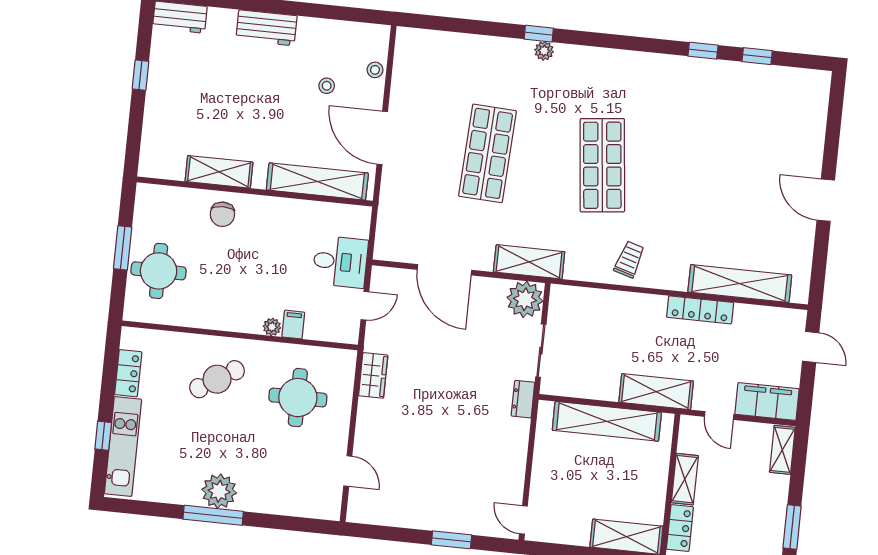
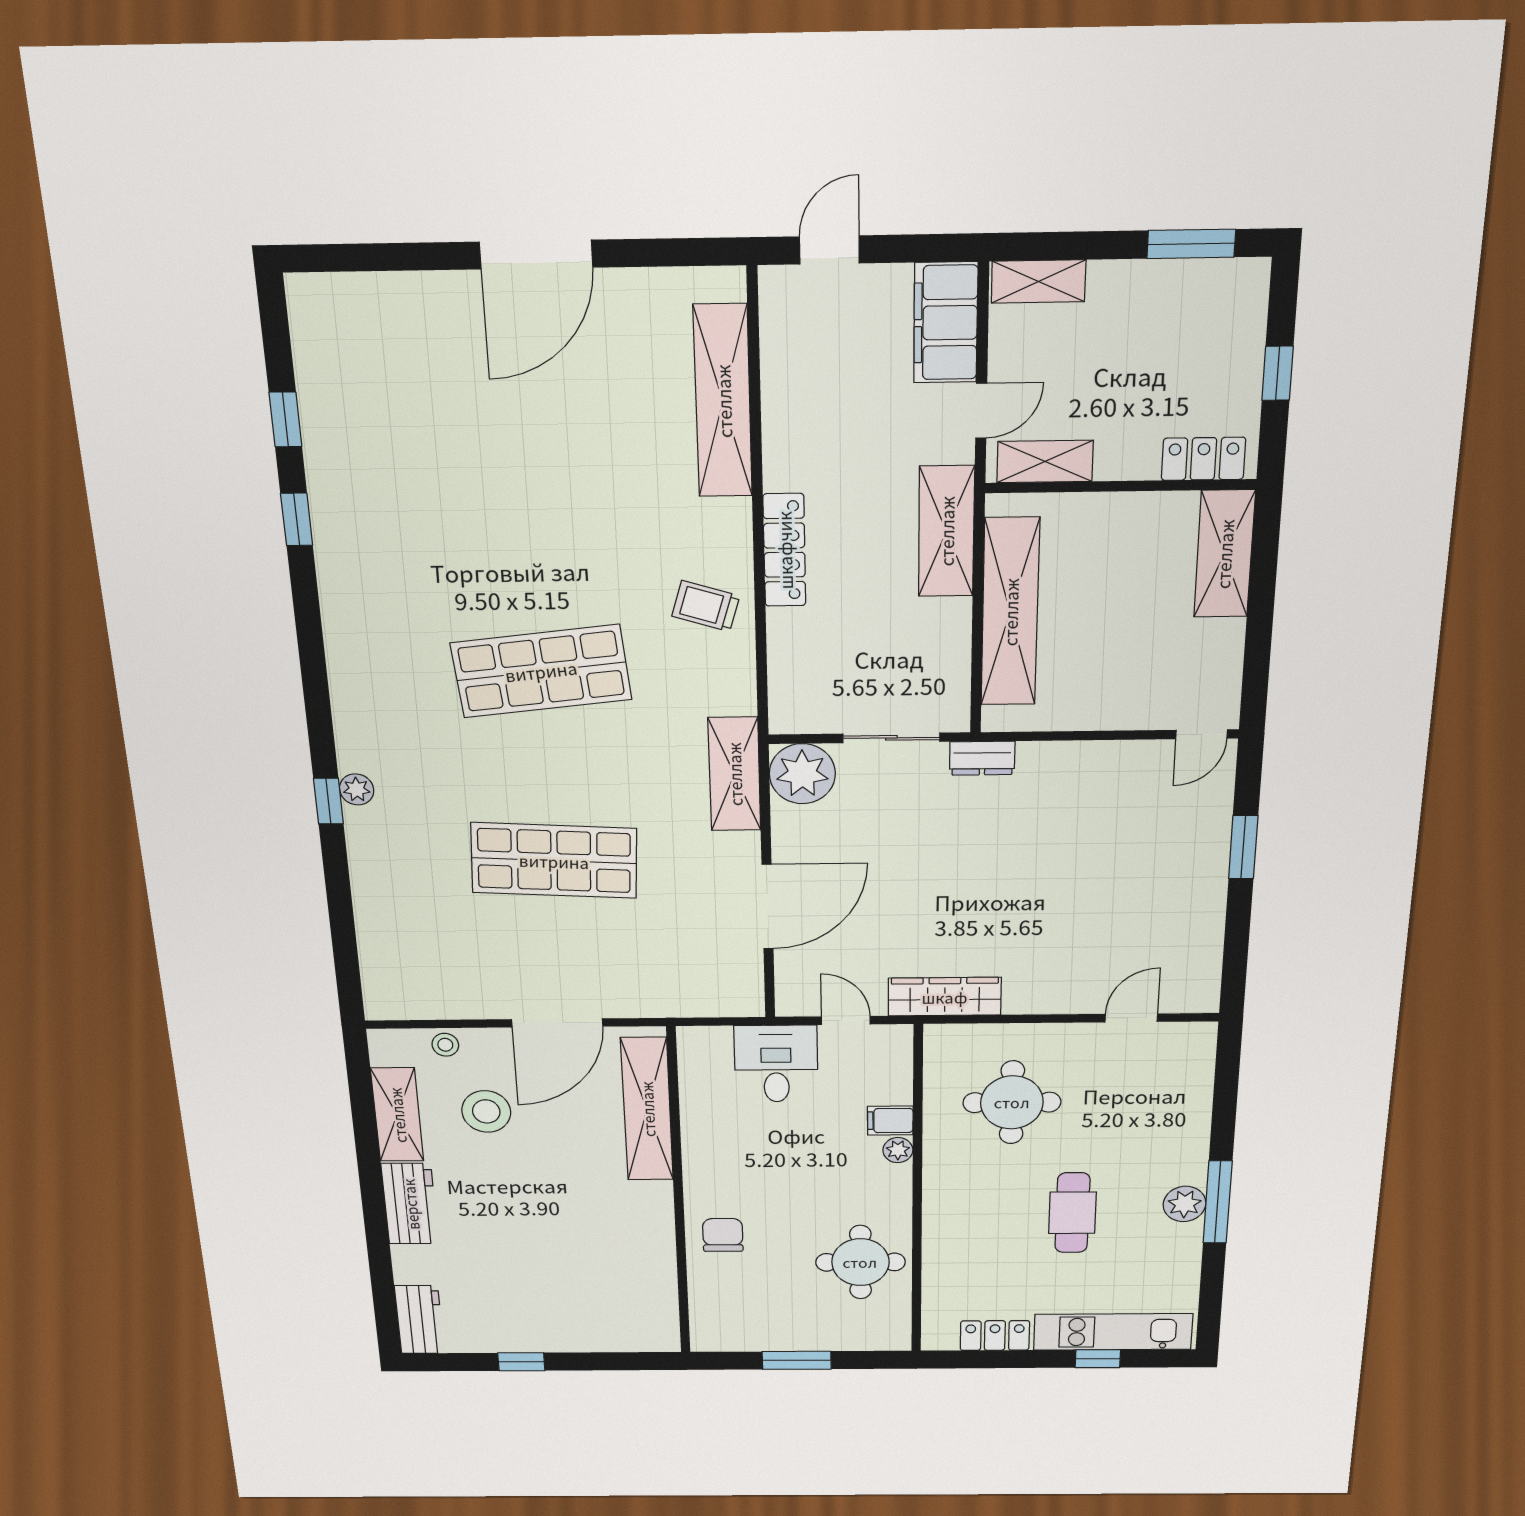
stool: (327, 86) -> (486, 1111), width x1.89, depth x1.89
shelving: (219, 172) -> (397, 1115), moved
door: (826, 200) -> (536, 255), width x1.36
chair: (222, 214) -> (723, 1235), turned -90
round table: (159, 271) -> (860, 1262), moved
locker: (700, 310) -> (784, 550), moved
wardrobe: (373, 375) -> (945, 997), width x1.50
cafe table: (217, 379) -> (1072, 1213), moved, turned 32
shelving: (685, 479) -> (1045, 461), moved
plant: (219, 491) -> (1185, 1204), width x0.73, depth x0.73

